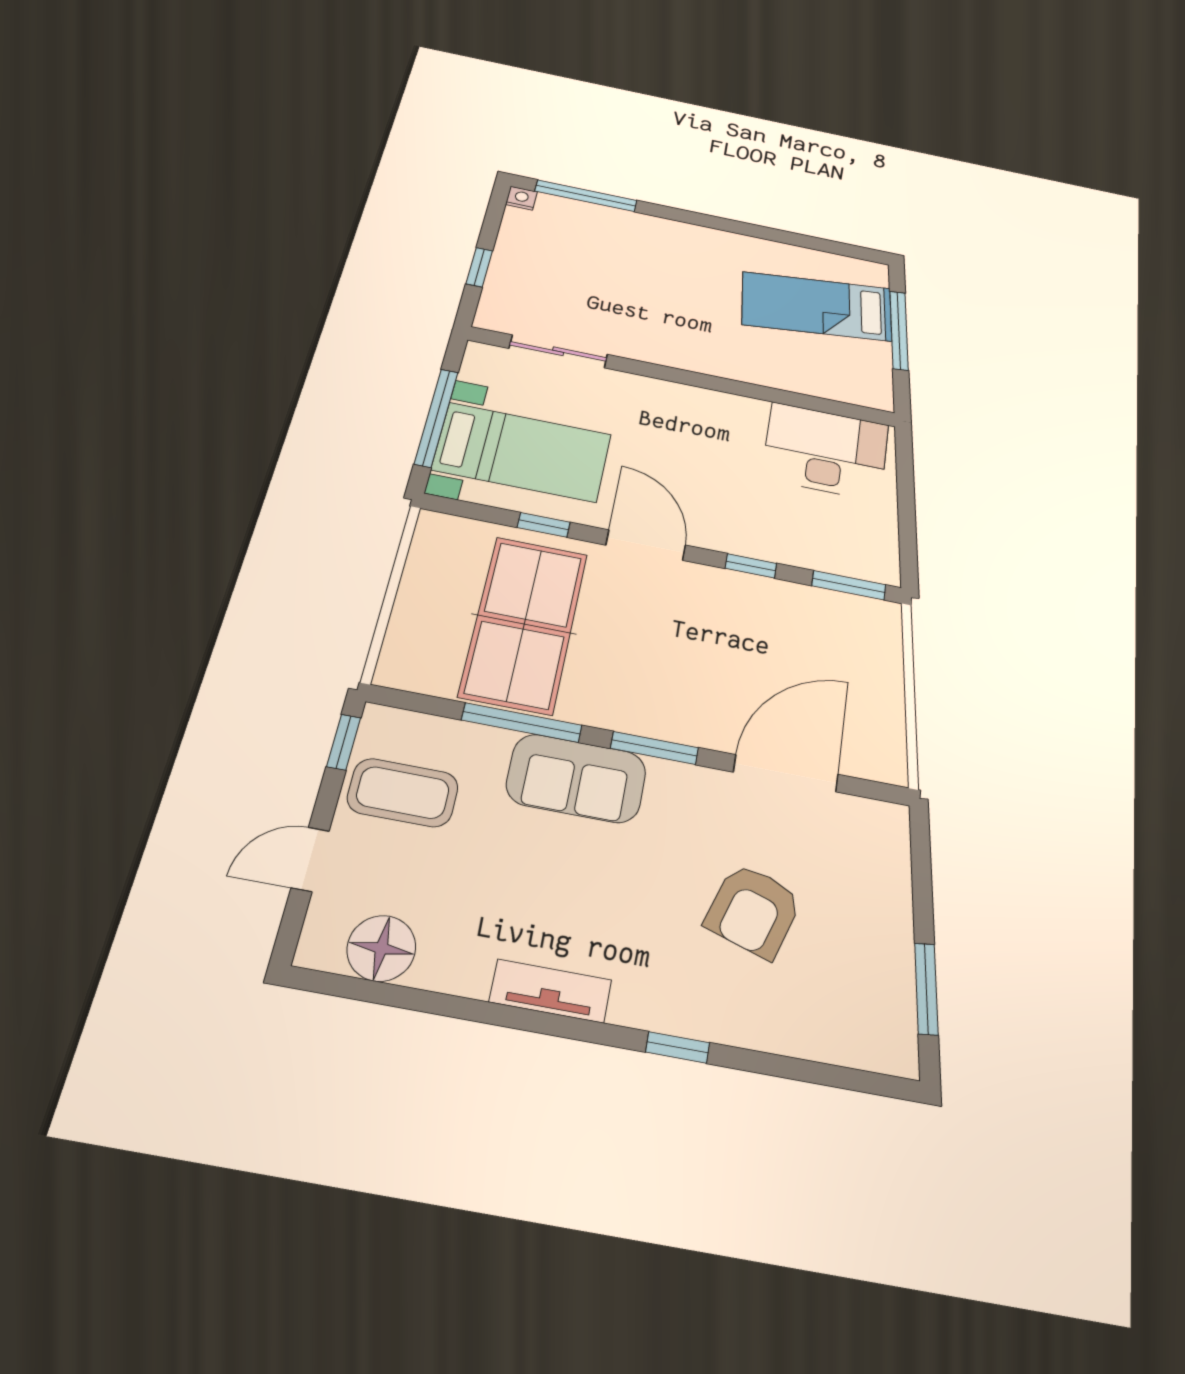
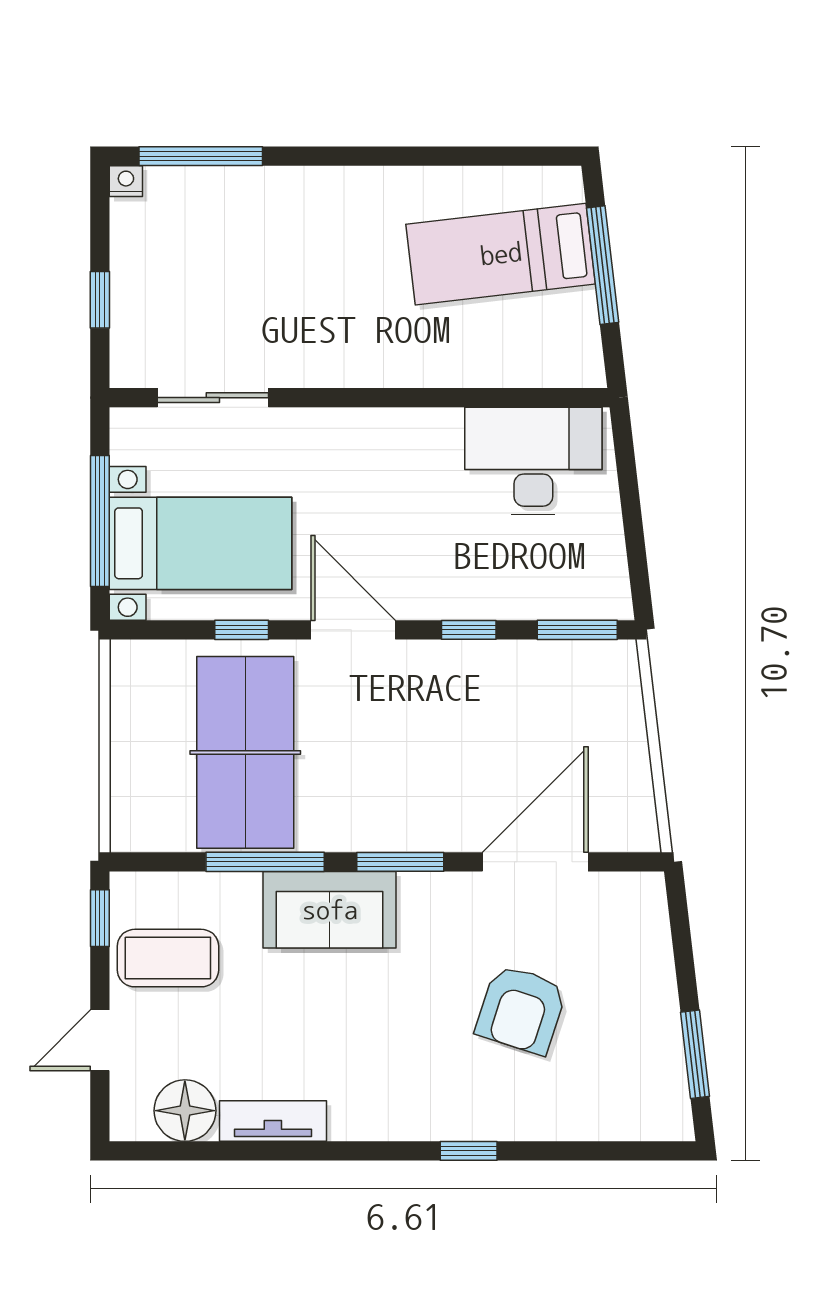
tv unit: (551, 991) -> (273, 1121), moved

